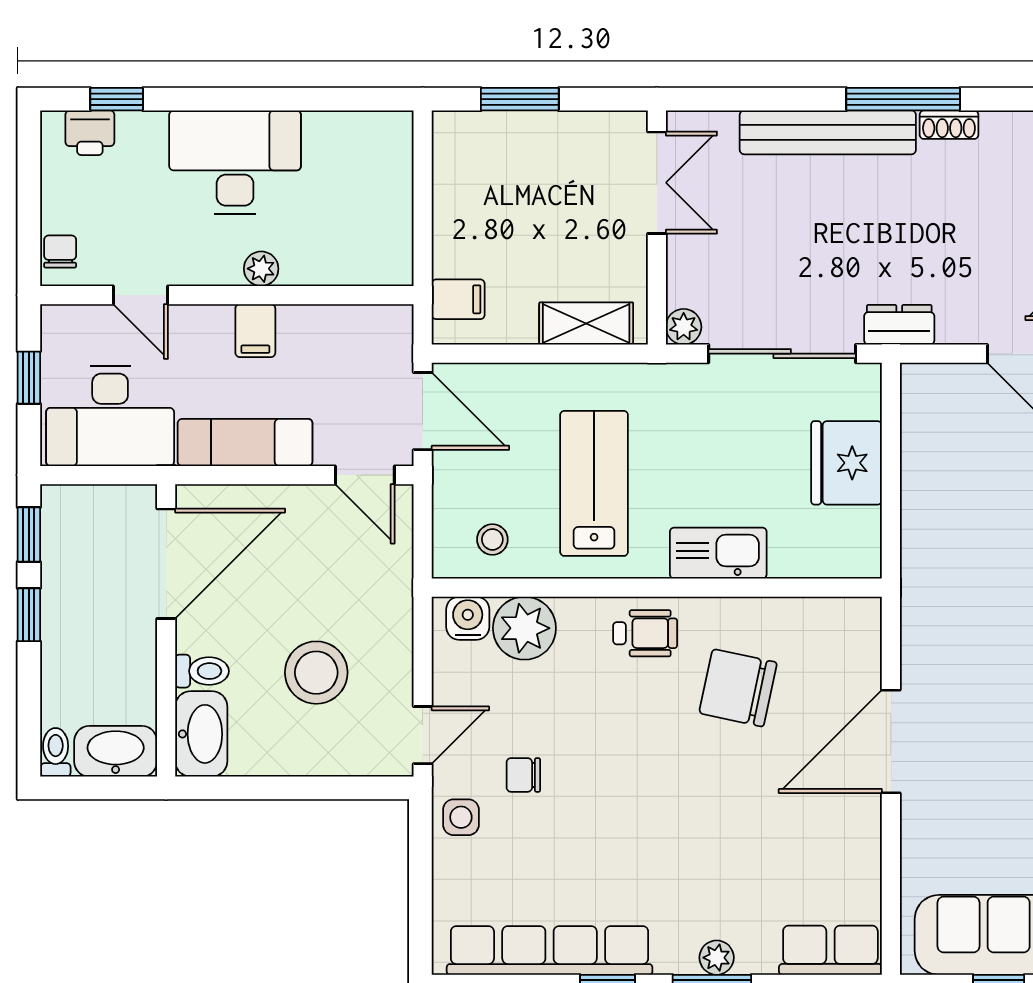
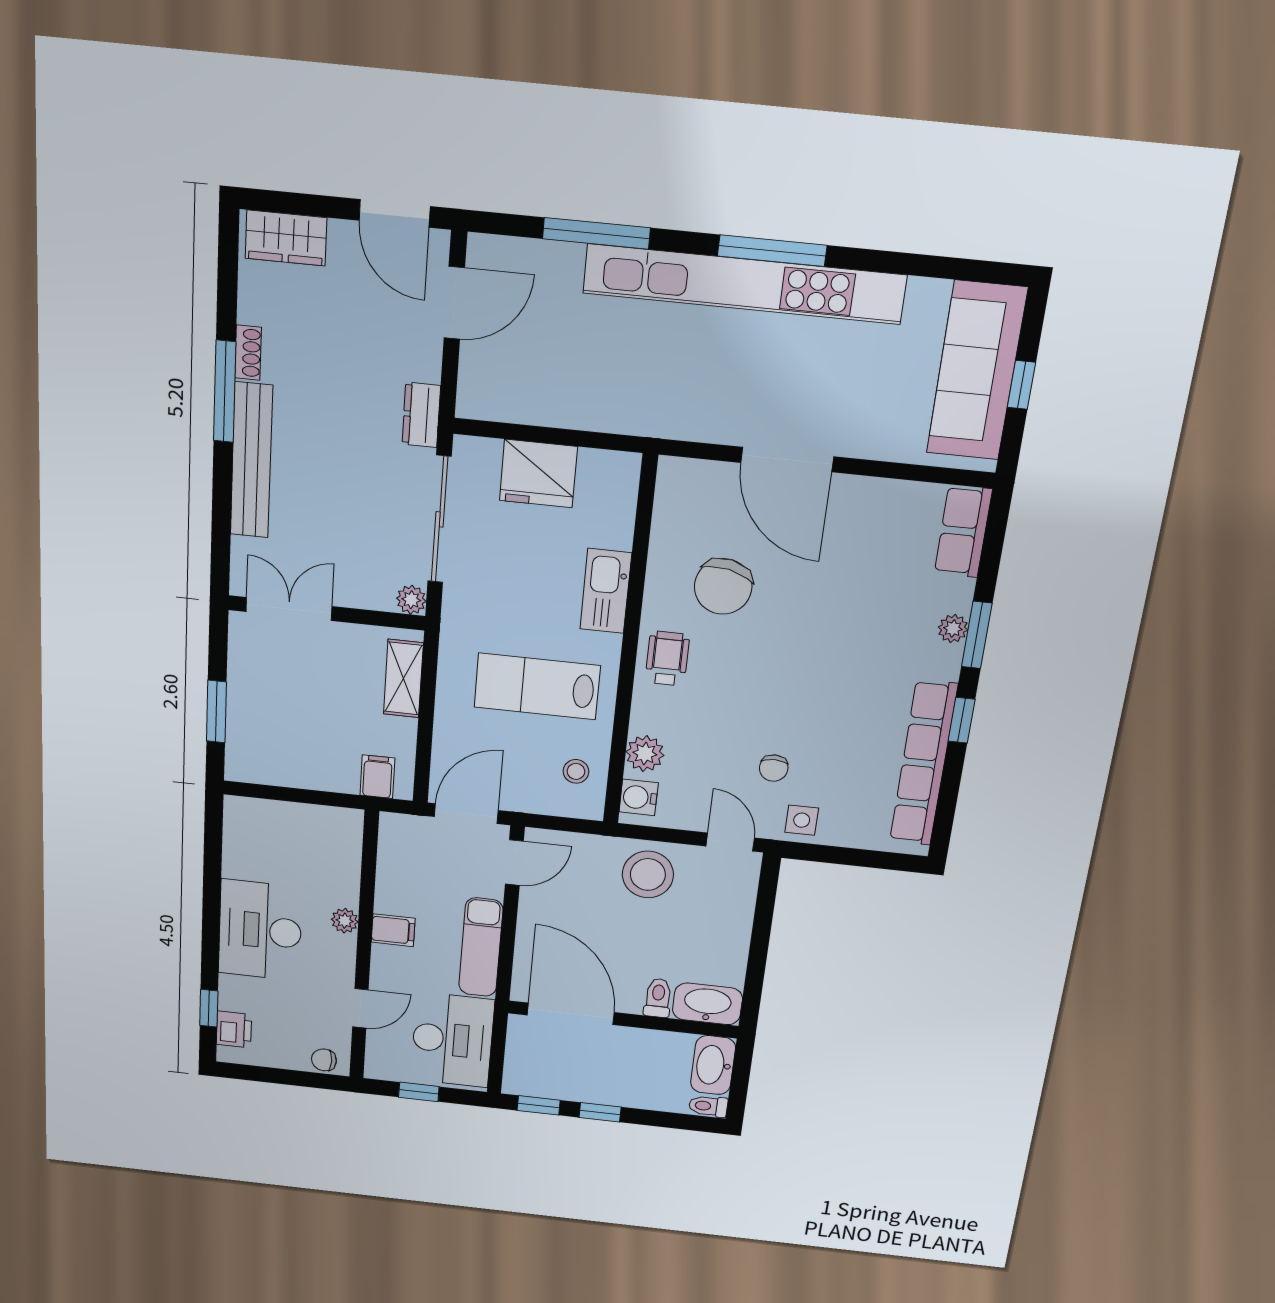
plant: (524, 628) -> (645, 754), width x0.73, depth x0.73
stool: (316, 673) -> (648, 874), moved

